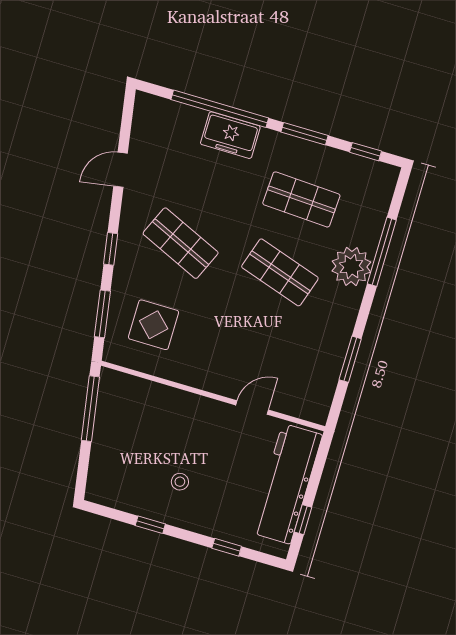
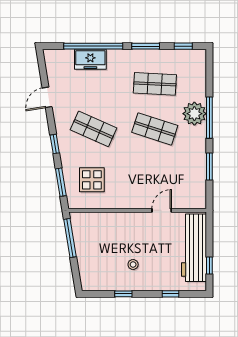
freezer: (230, 135) -> (90, 59), moved
window: (382, 252) -> (209, 118), moved

